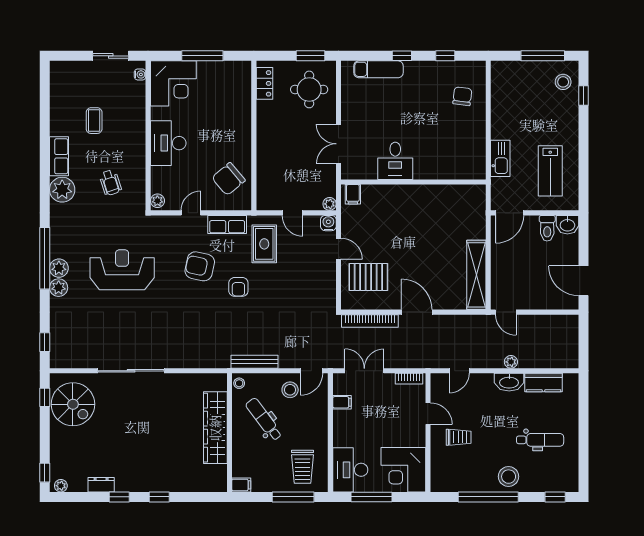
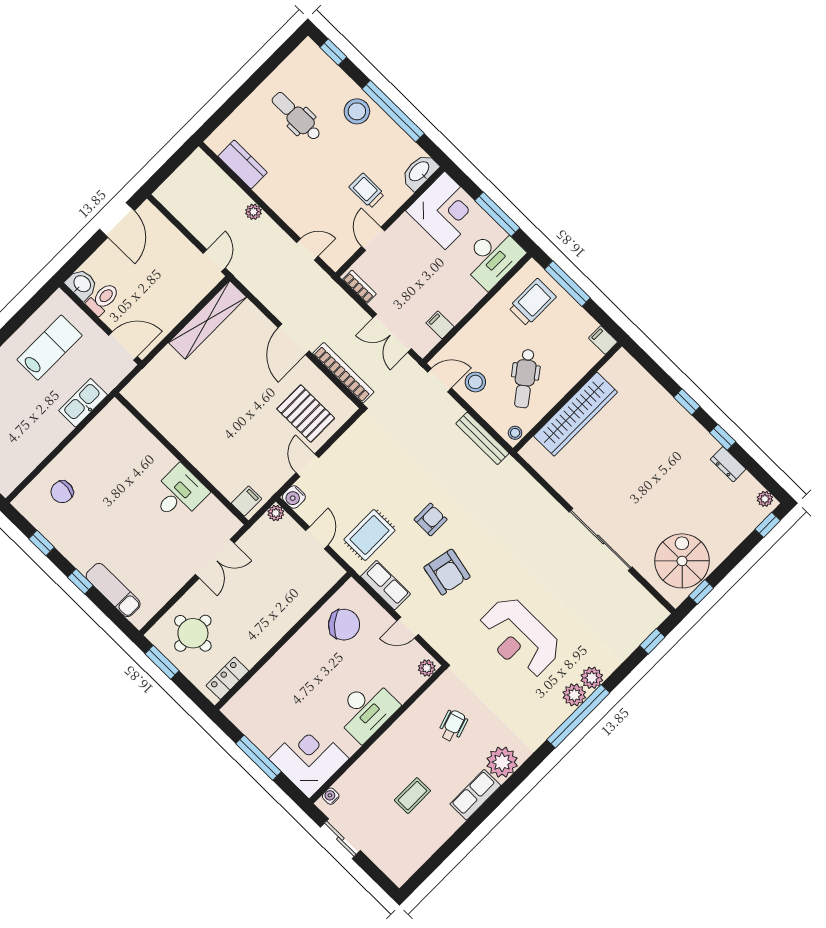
washbasin: (509, 382) -> (419, 172), moved, turned -90

